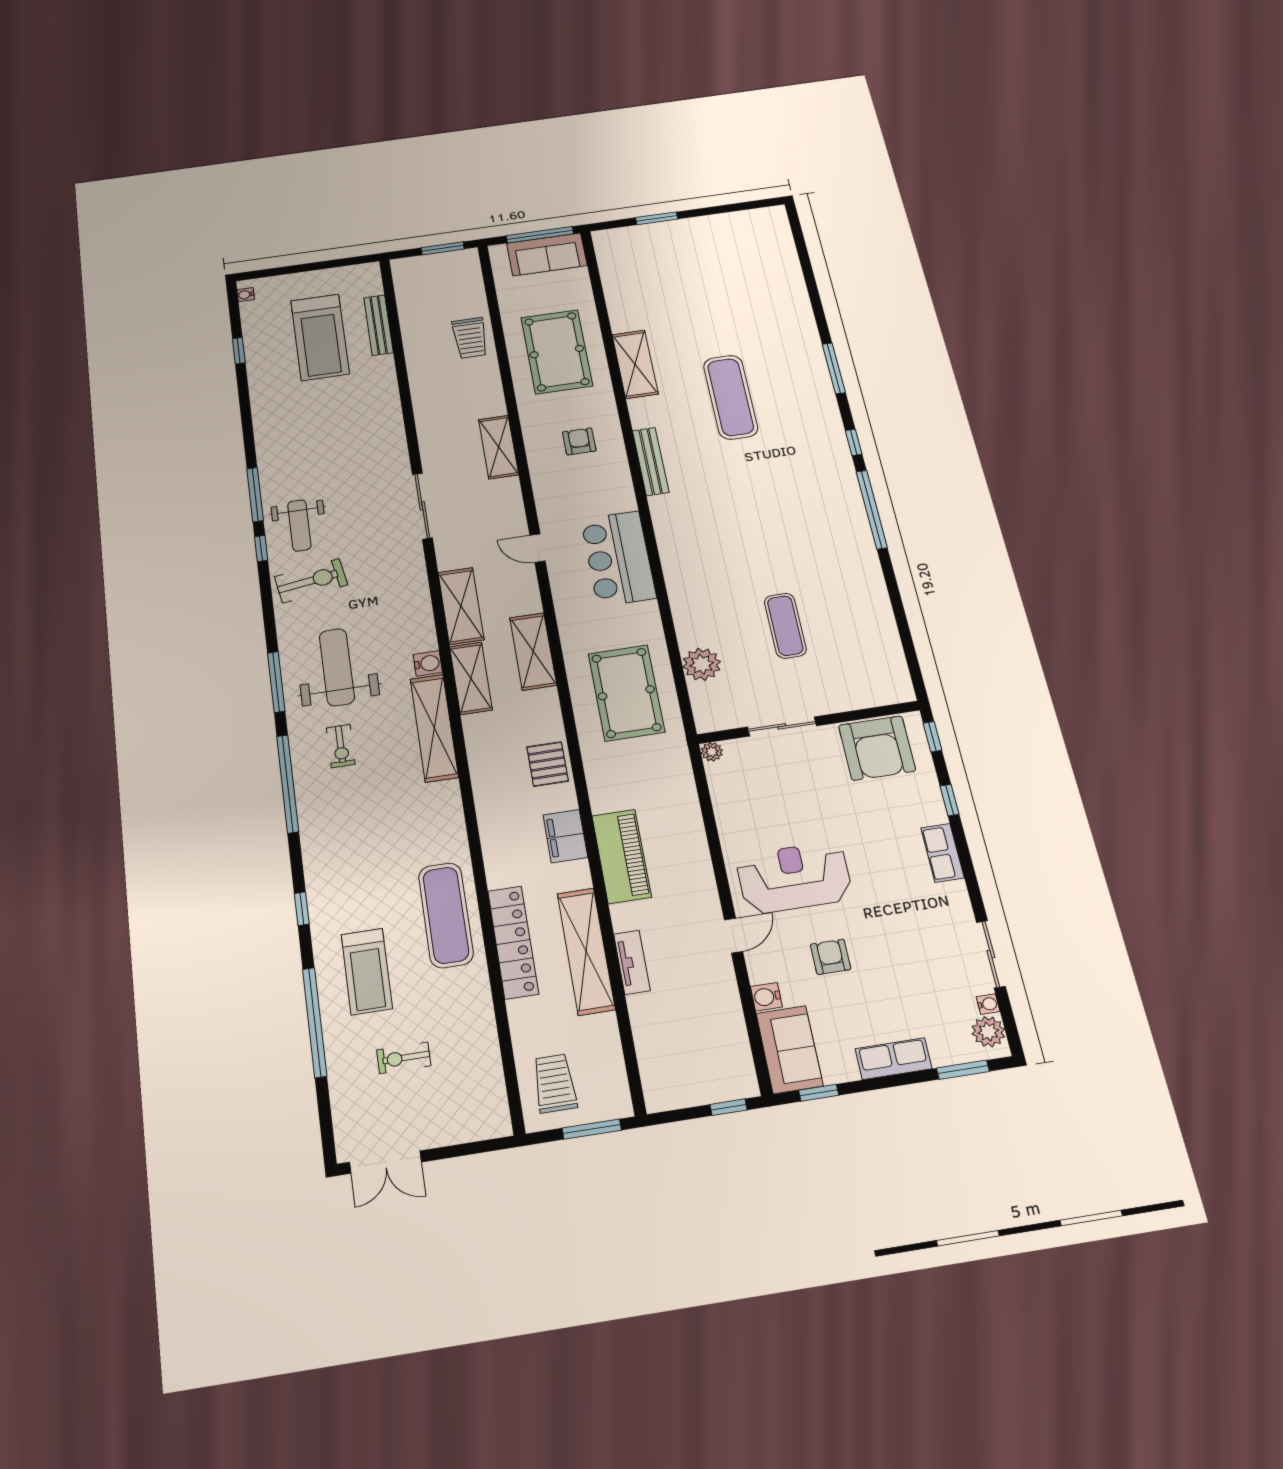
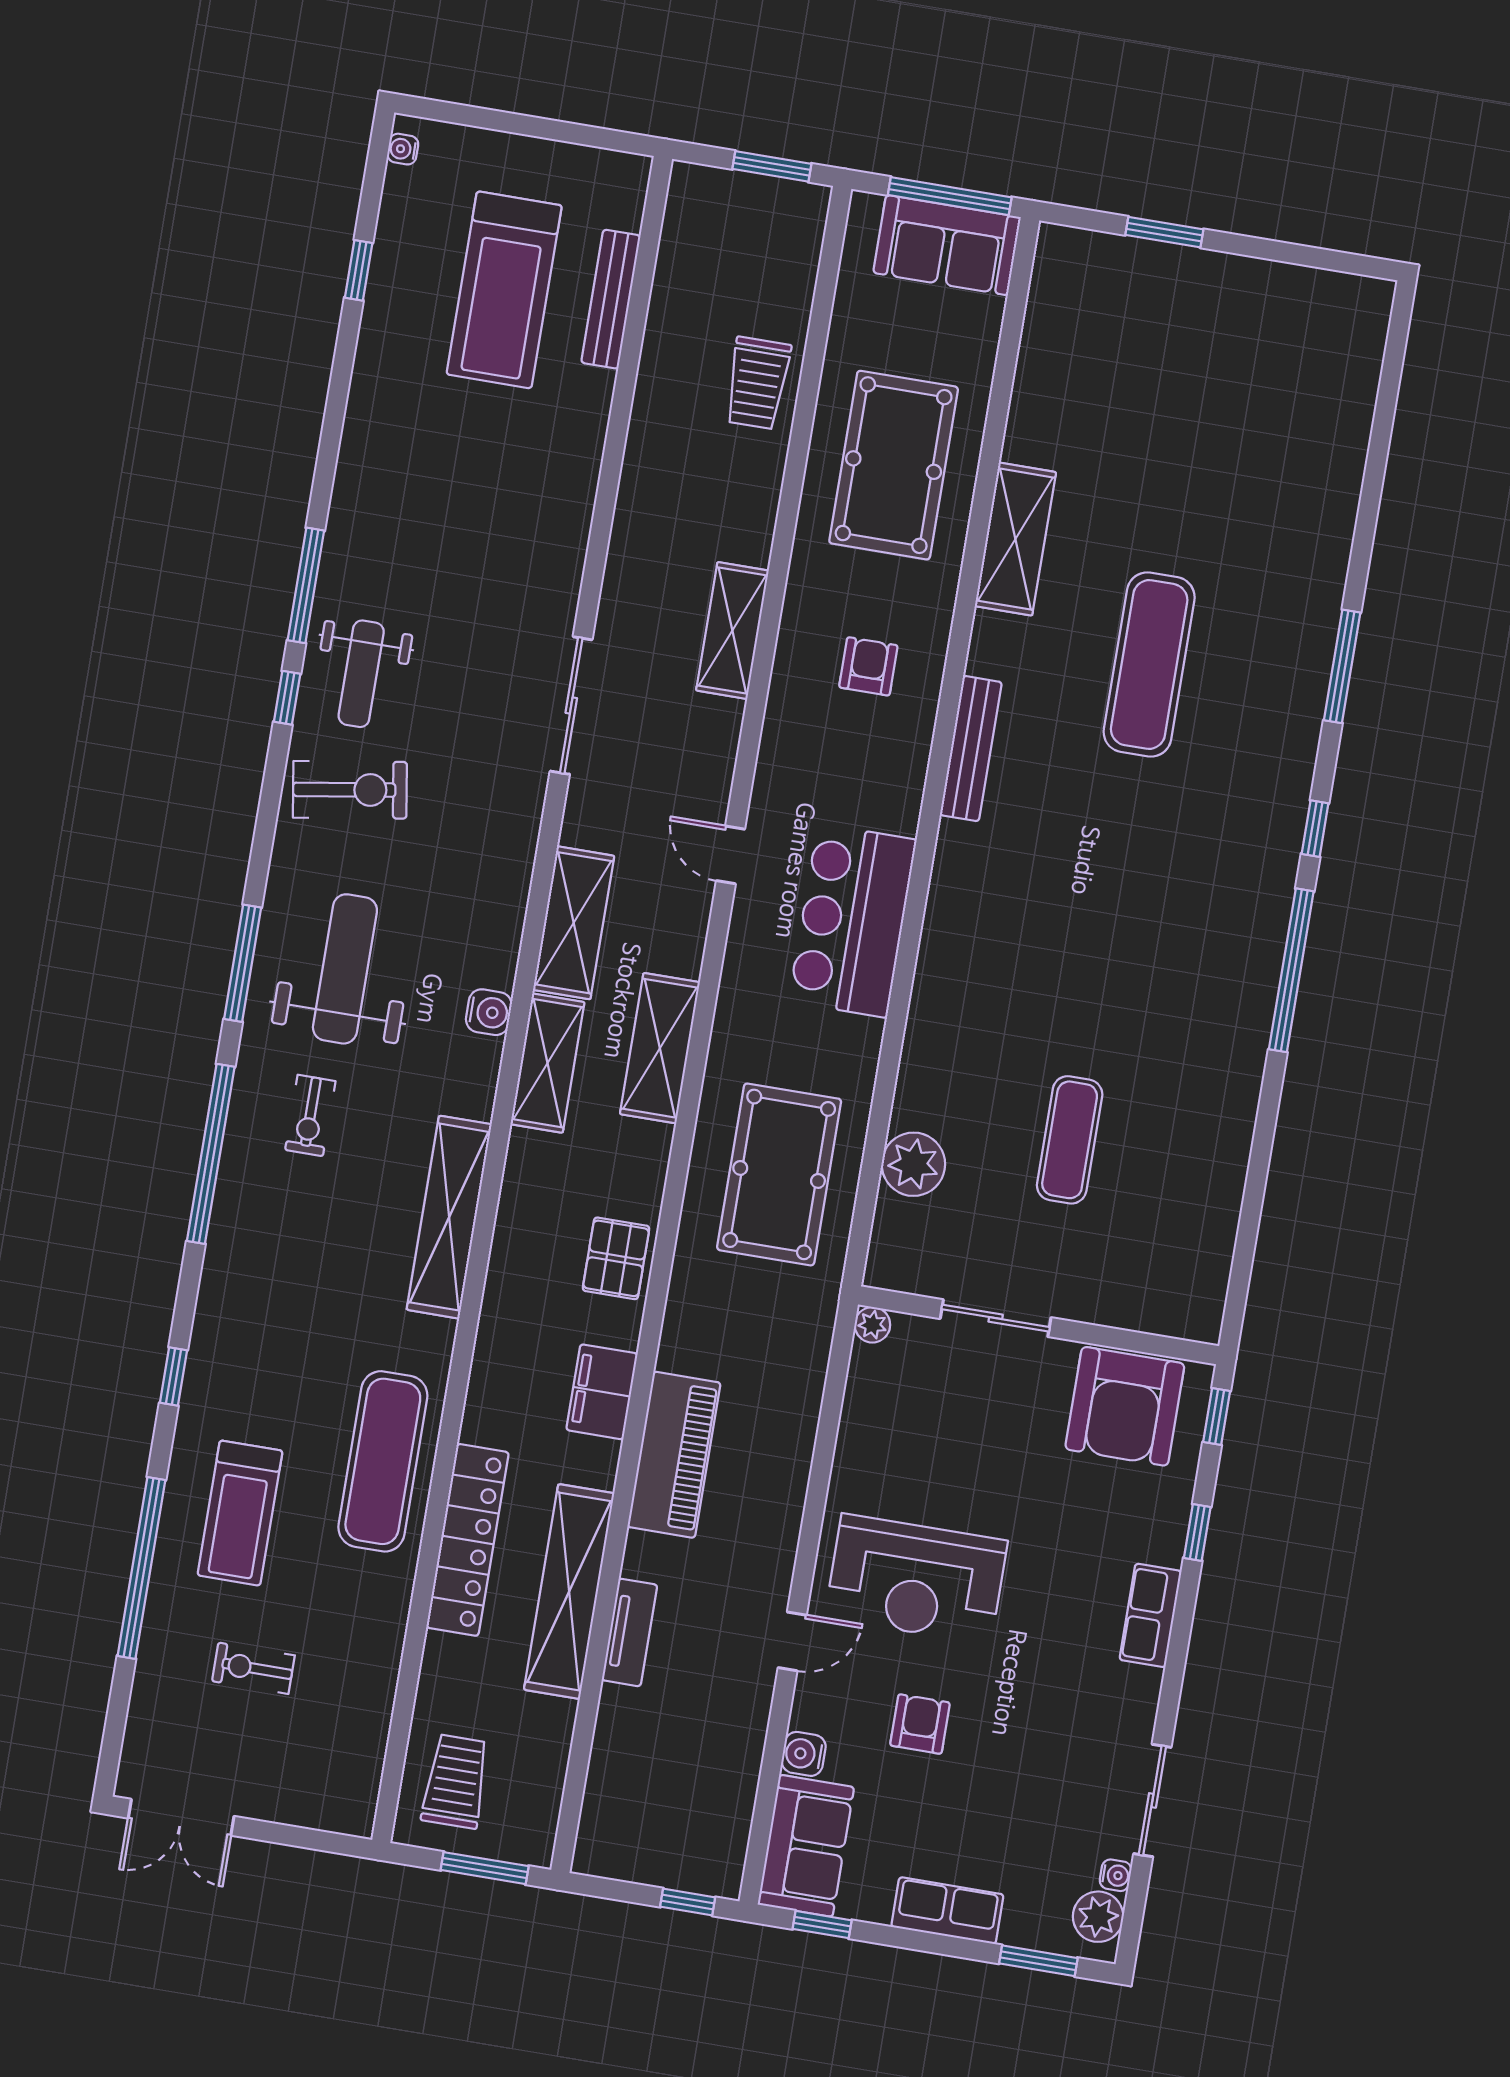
shelving: (434, 728) -> (449, 1217), moved
reception desk: (794, 878) -> (916, 1579), turned 180

